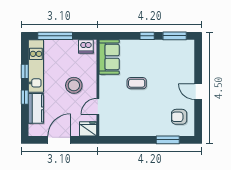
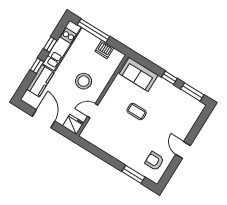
dishwasher: (86, 46) -> (104, 49), moved
sofa: (109, 57) -> (139, 74), moved, turned 90
door: (59, 140) -> (44, 119), hinge flipped

